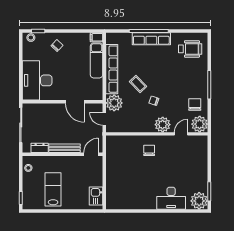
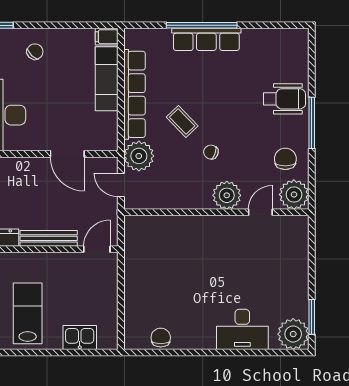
wheelchair: (190, 49) -> (284, 99), moved
chair: (149, 150) -> (161, 338), moved
kitchen sink: (96, 196) -> (80, 338), moved, turned 90

